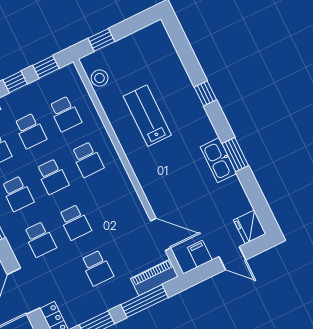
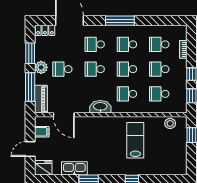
lab bench: (147, 116) -> (135, 140), turned -90
kitchen sink: (218, 160) -> (74, 168), moved
washbasin: (124, 188) -> (100, 107), added
door: (161, 234) -> (64, 115), hinge flipped
plant: (109, 299) -> (41, 67), added

